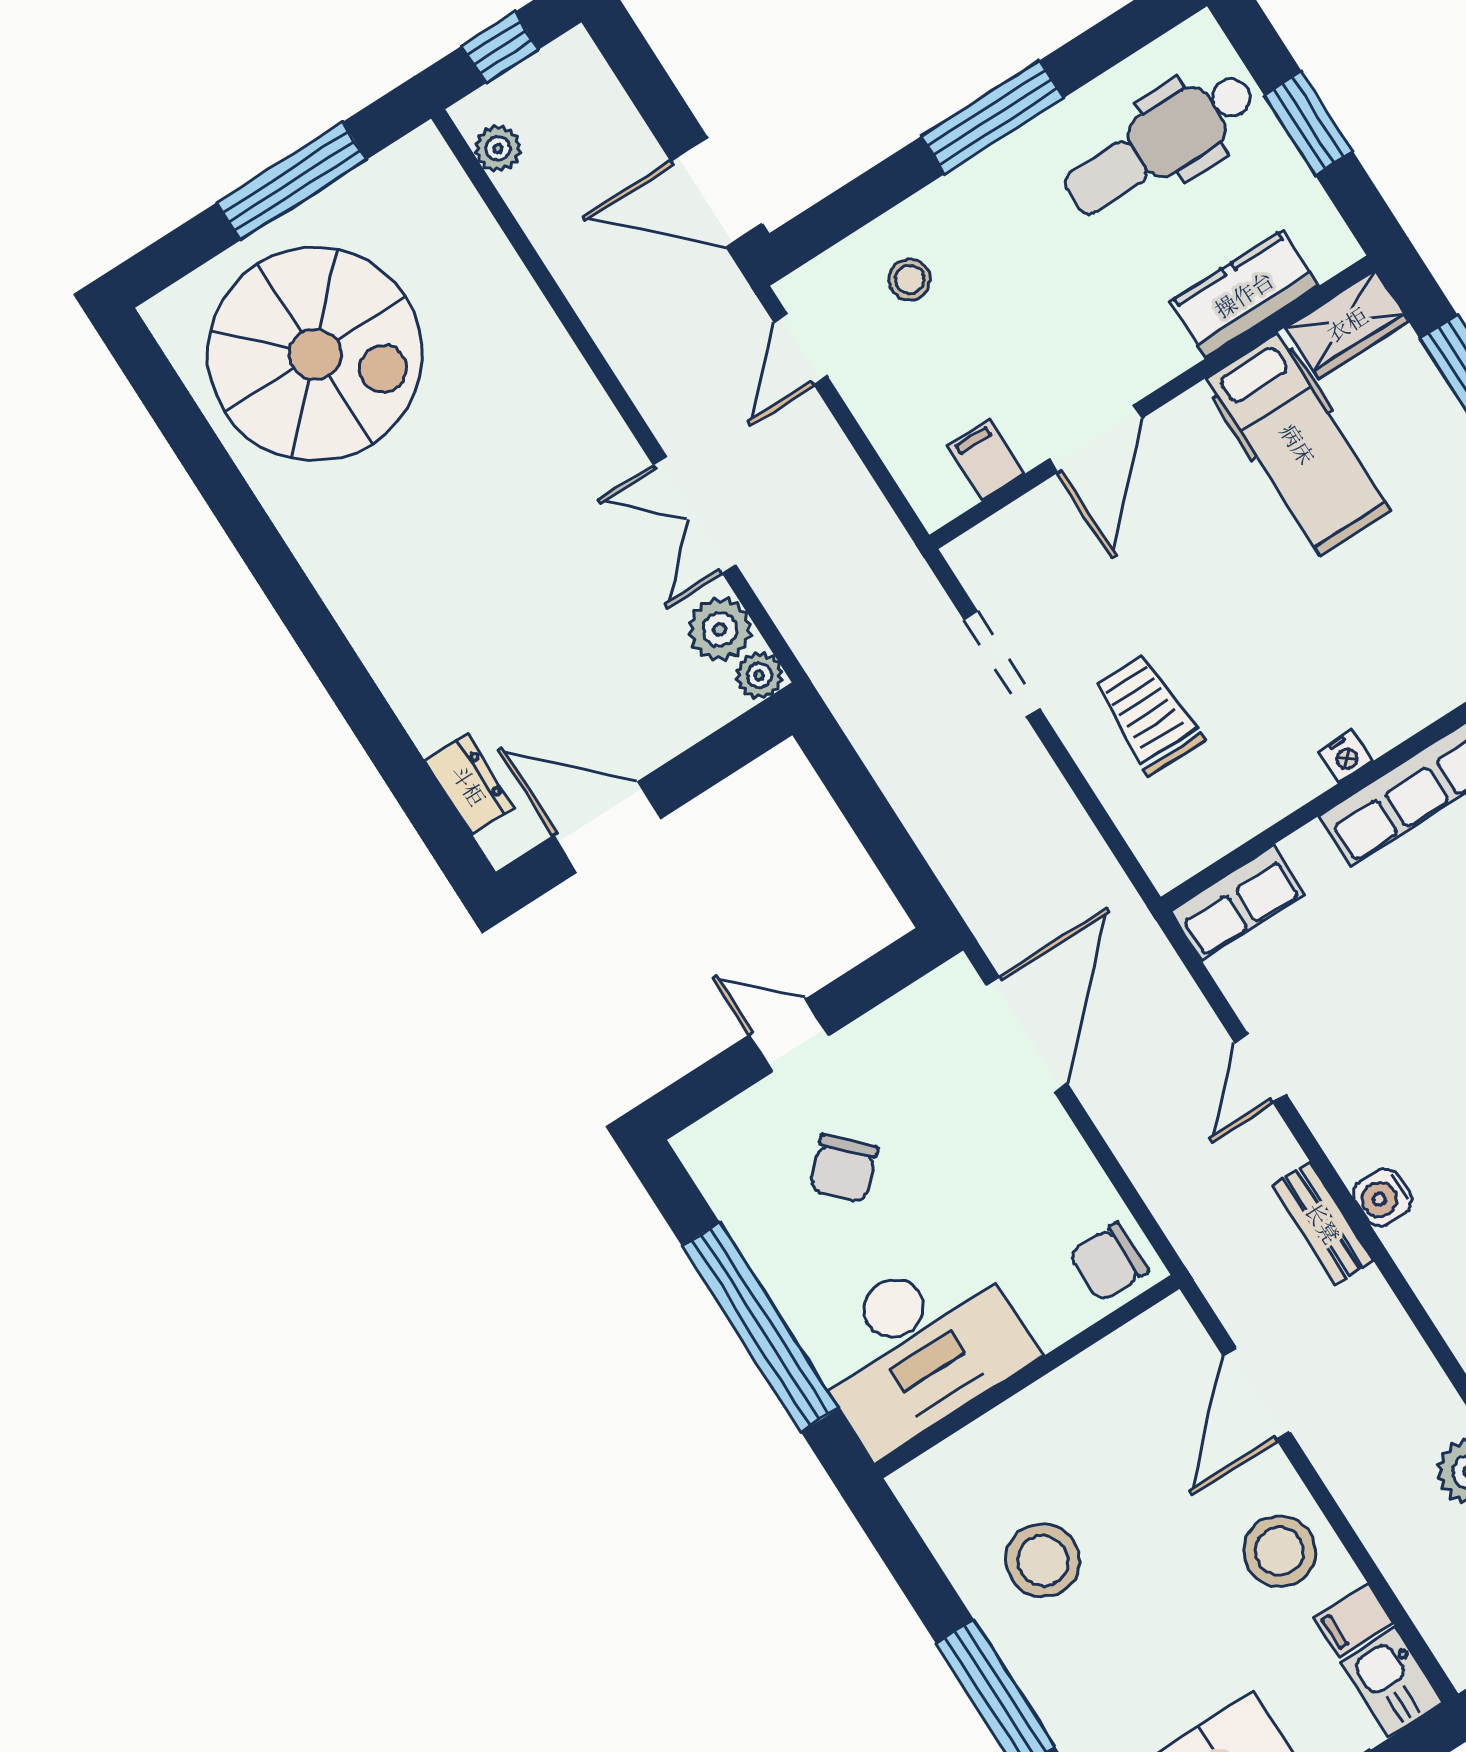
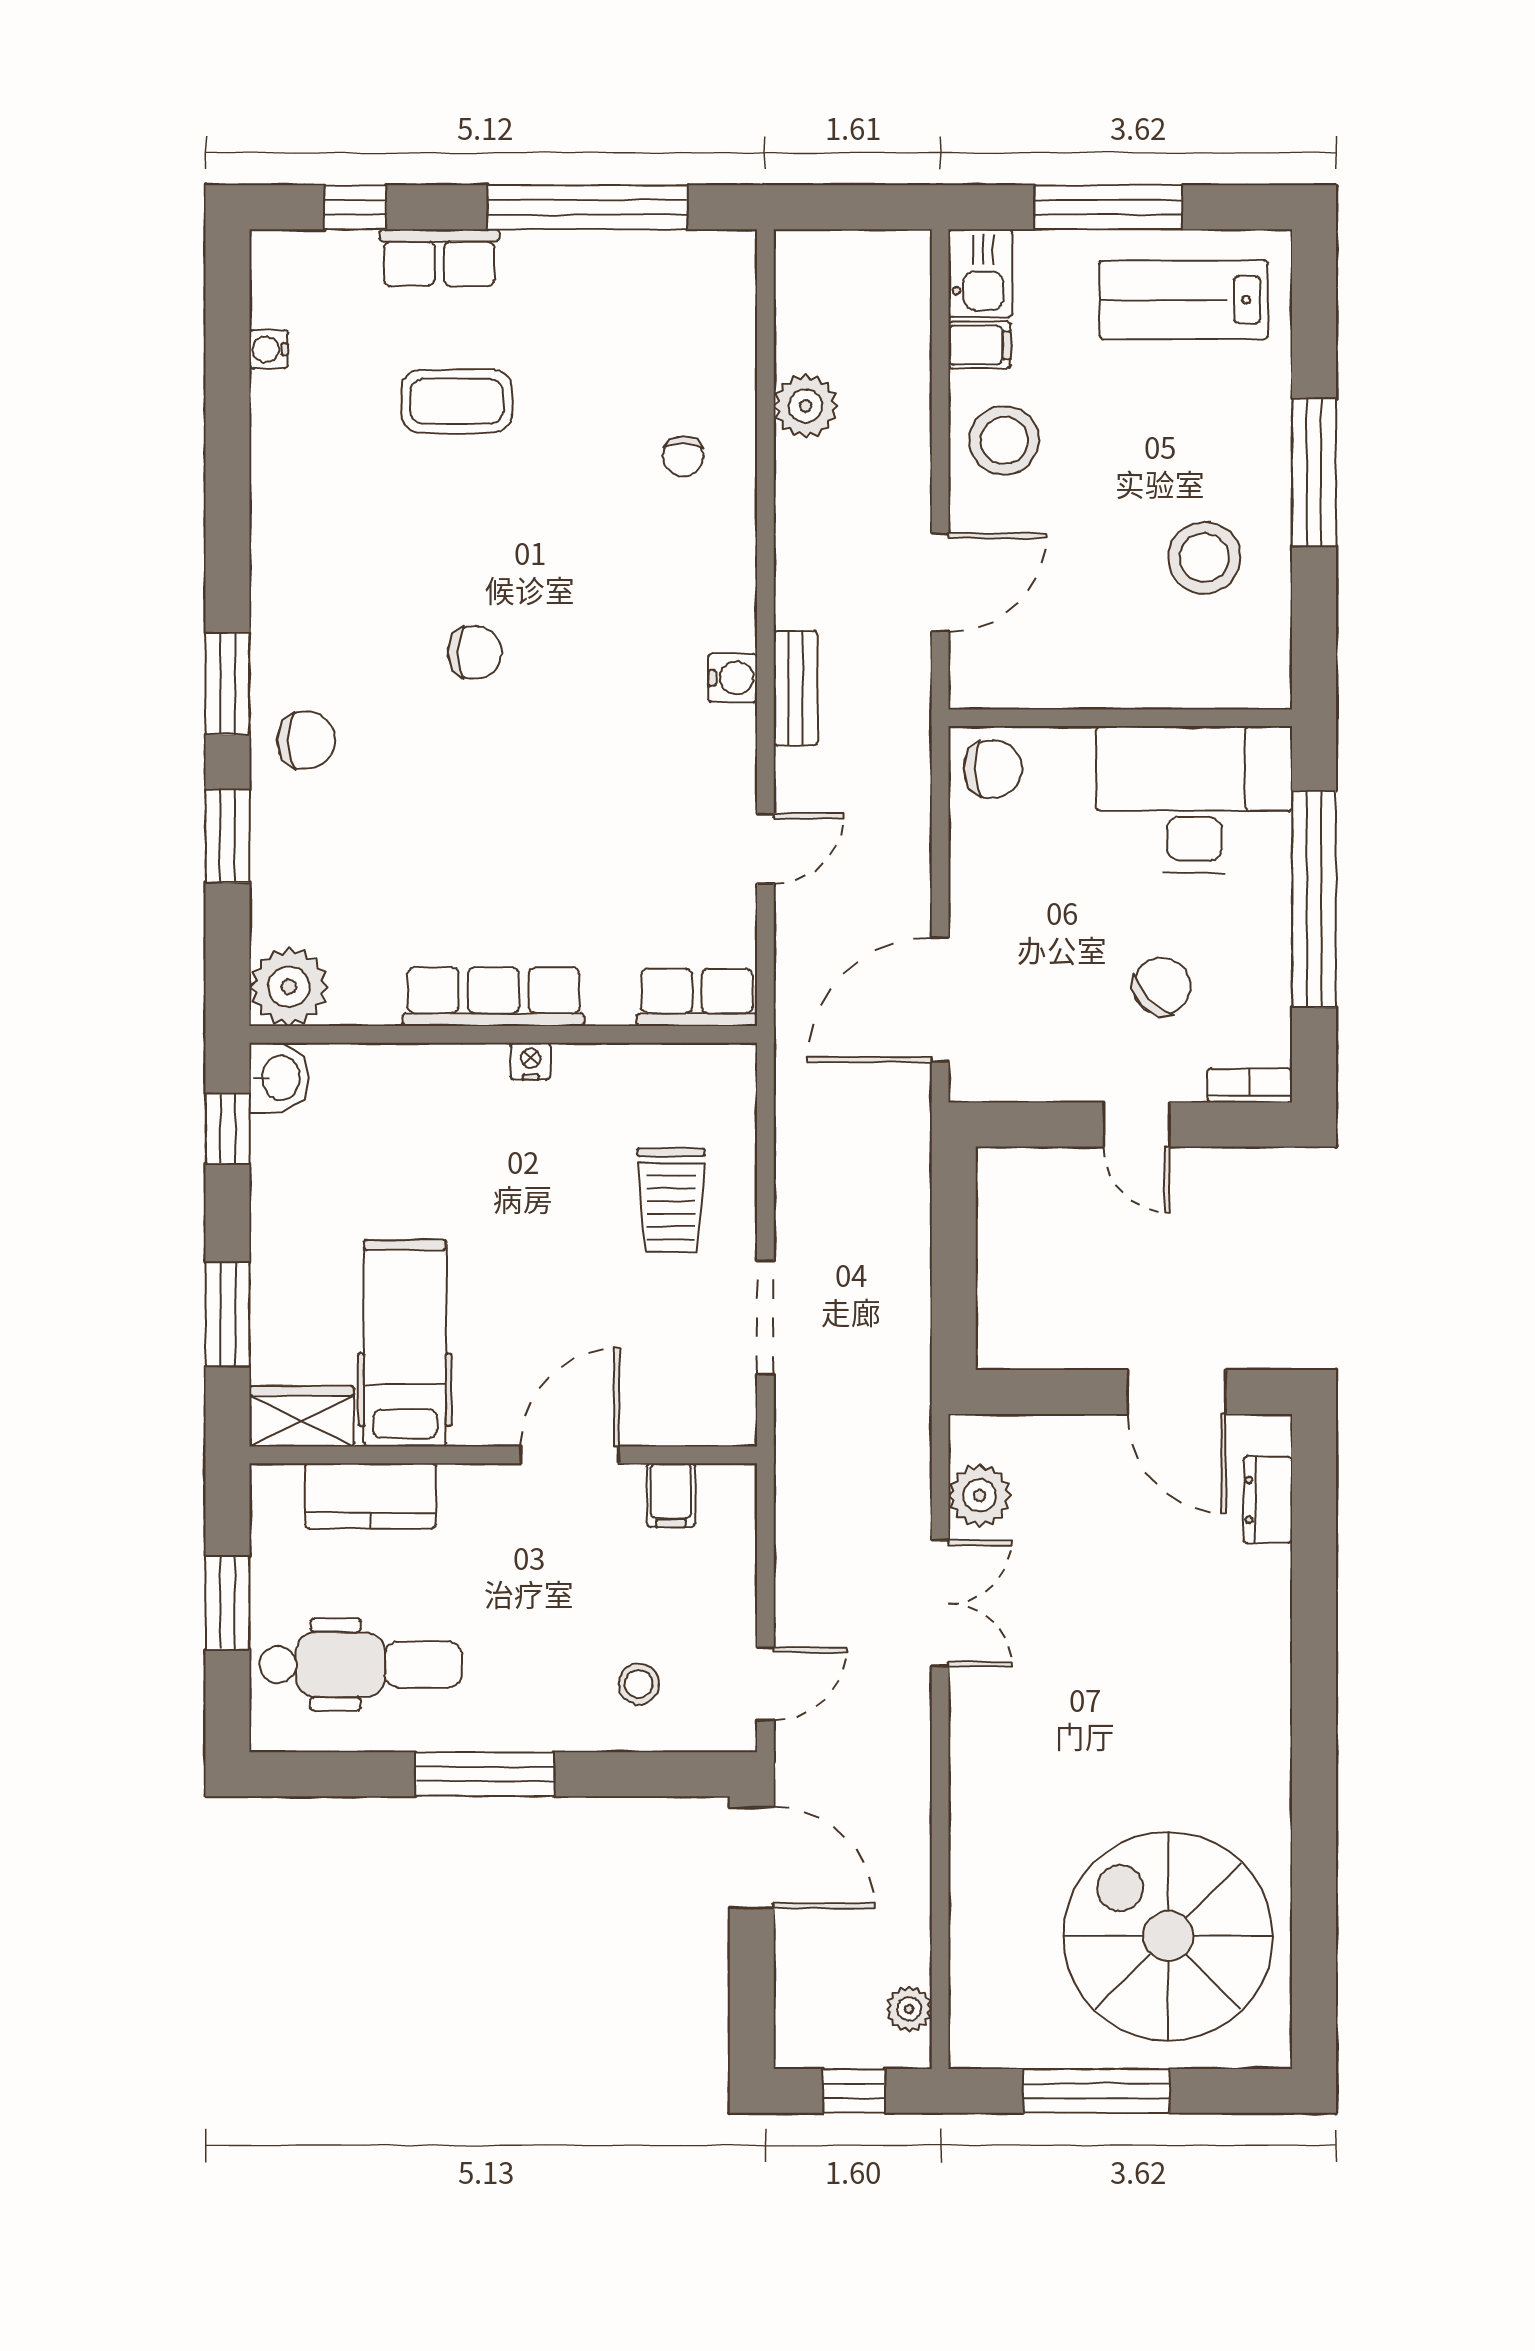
plant: (759, 675) -> (971, 1437), removed
bookcase: (713, 1131) -> (1250, 1086), added

